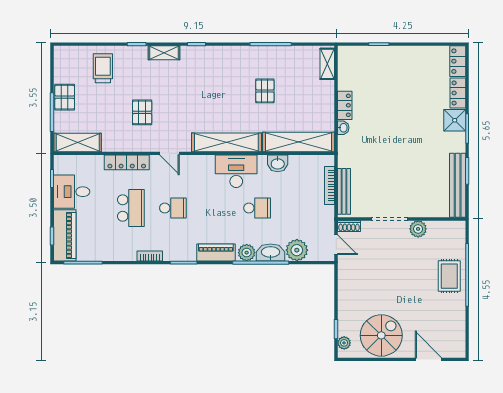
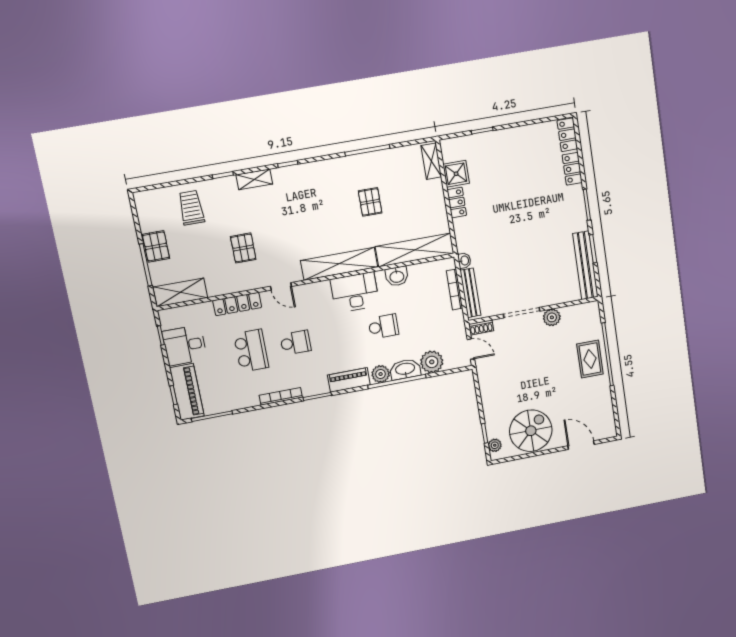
shower: (455, 120) -> (456, 174), moved
washbasin: (343, 128) -> (464, 261), moved
bookcase: (150, 256) -> (281, 396), width x1.56

